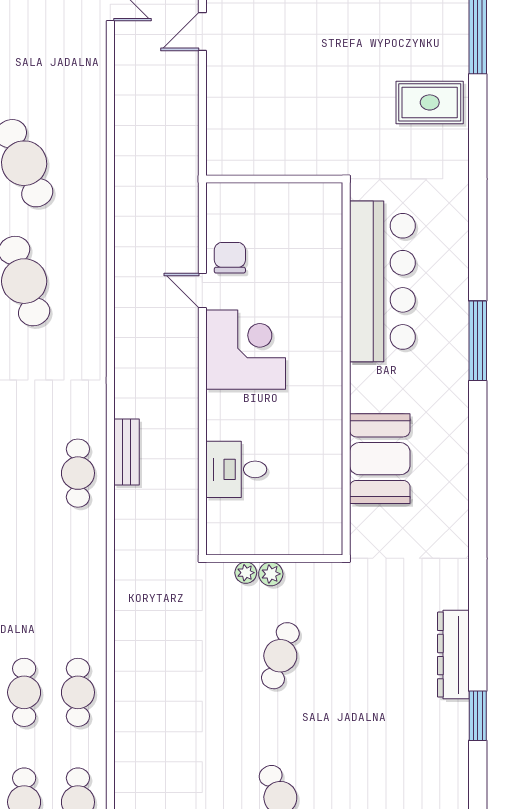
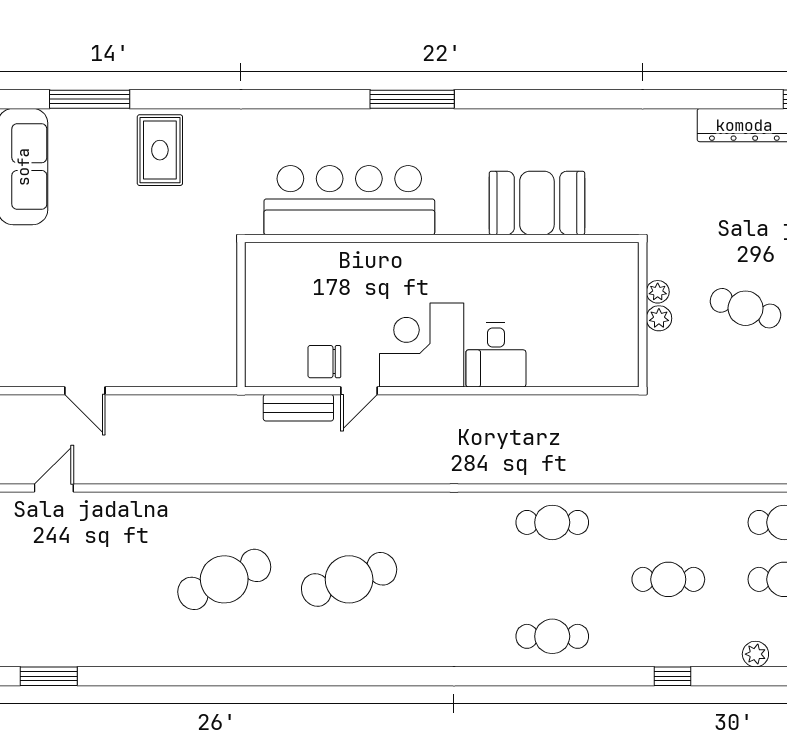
bench: (126, 452) -> (298, 408), moved
desk: (236, 469) -> (496, 355), moved
plant: (246, 573) -> (658, 292), moved
cafe table: (24, 583) -> (668, 579), added

